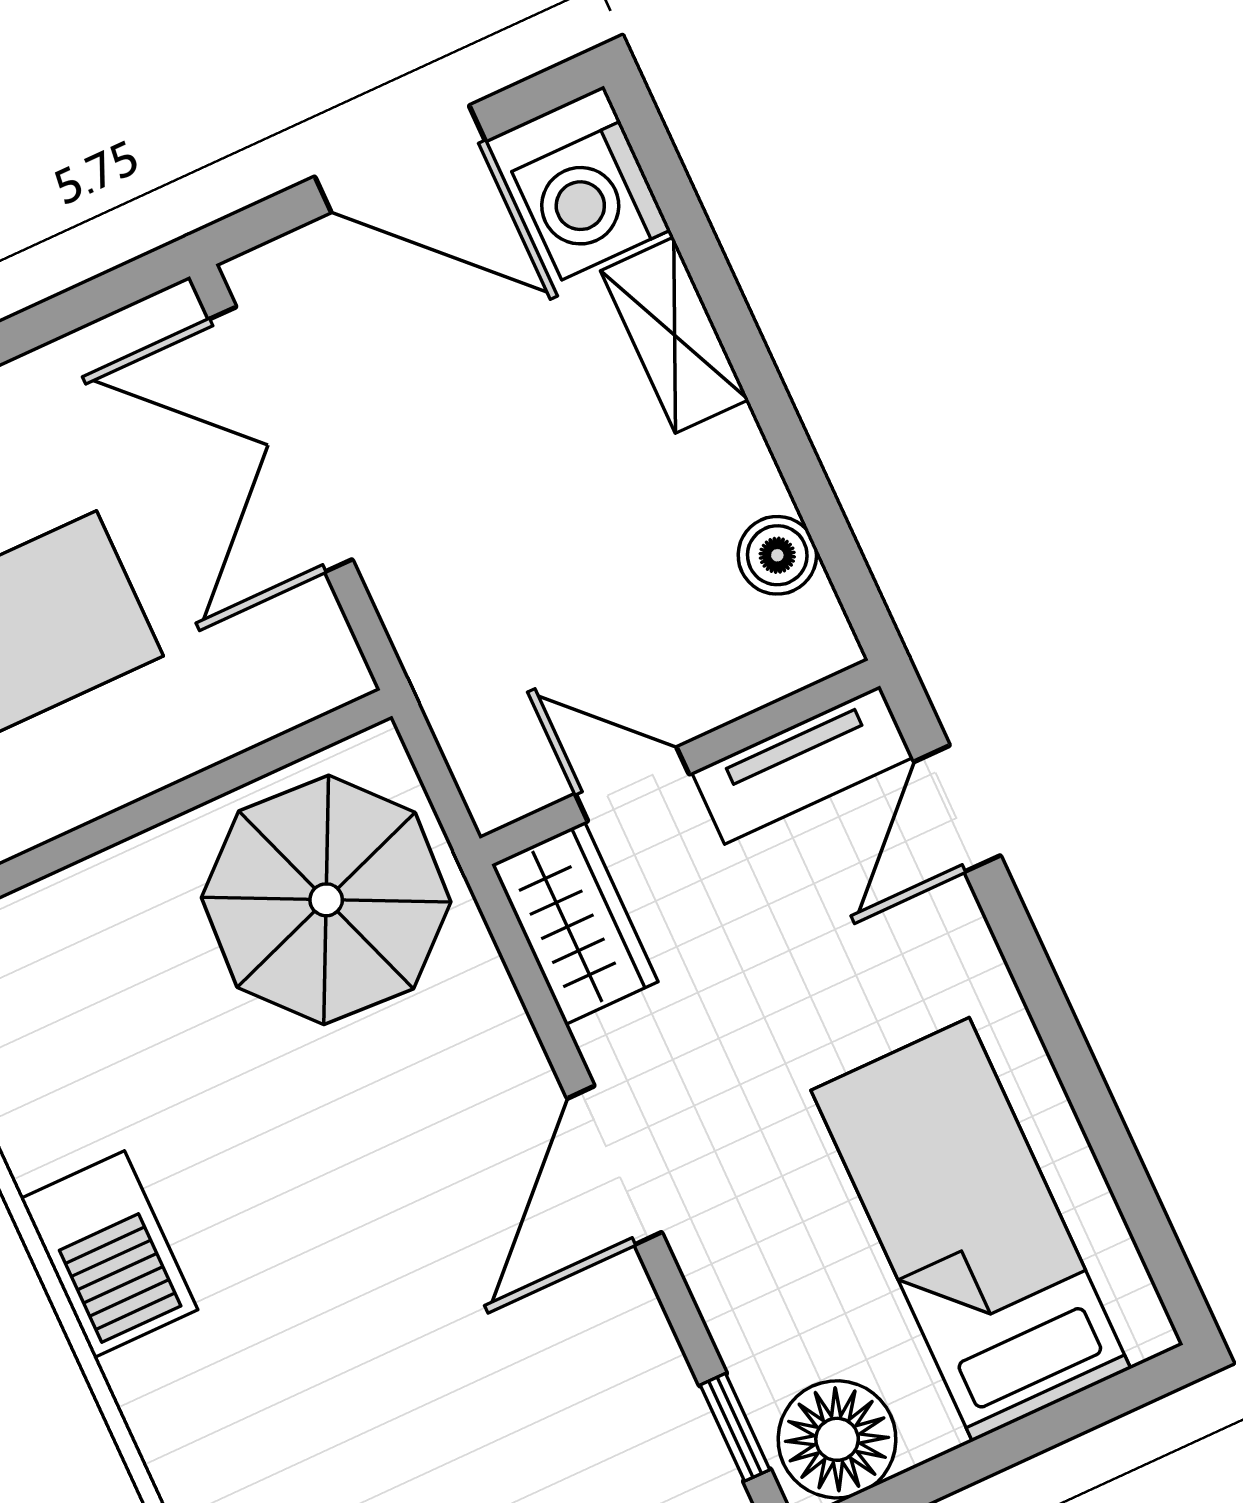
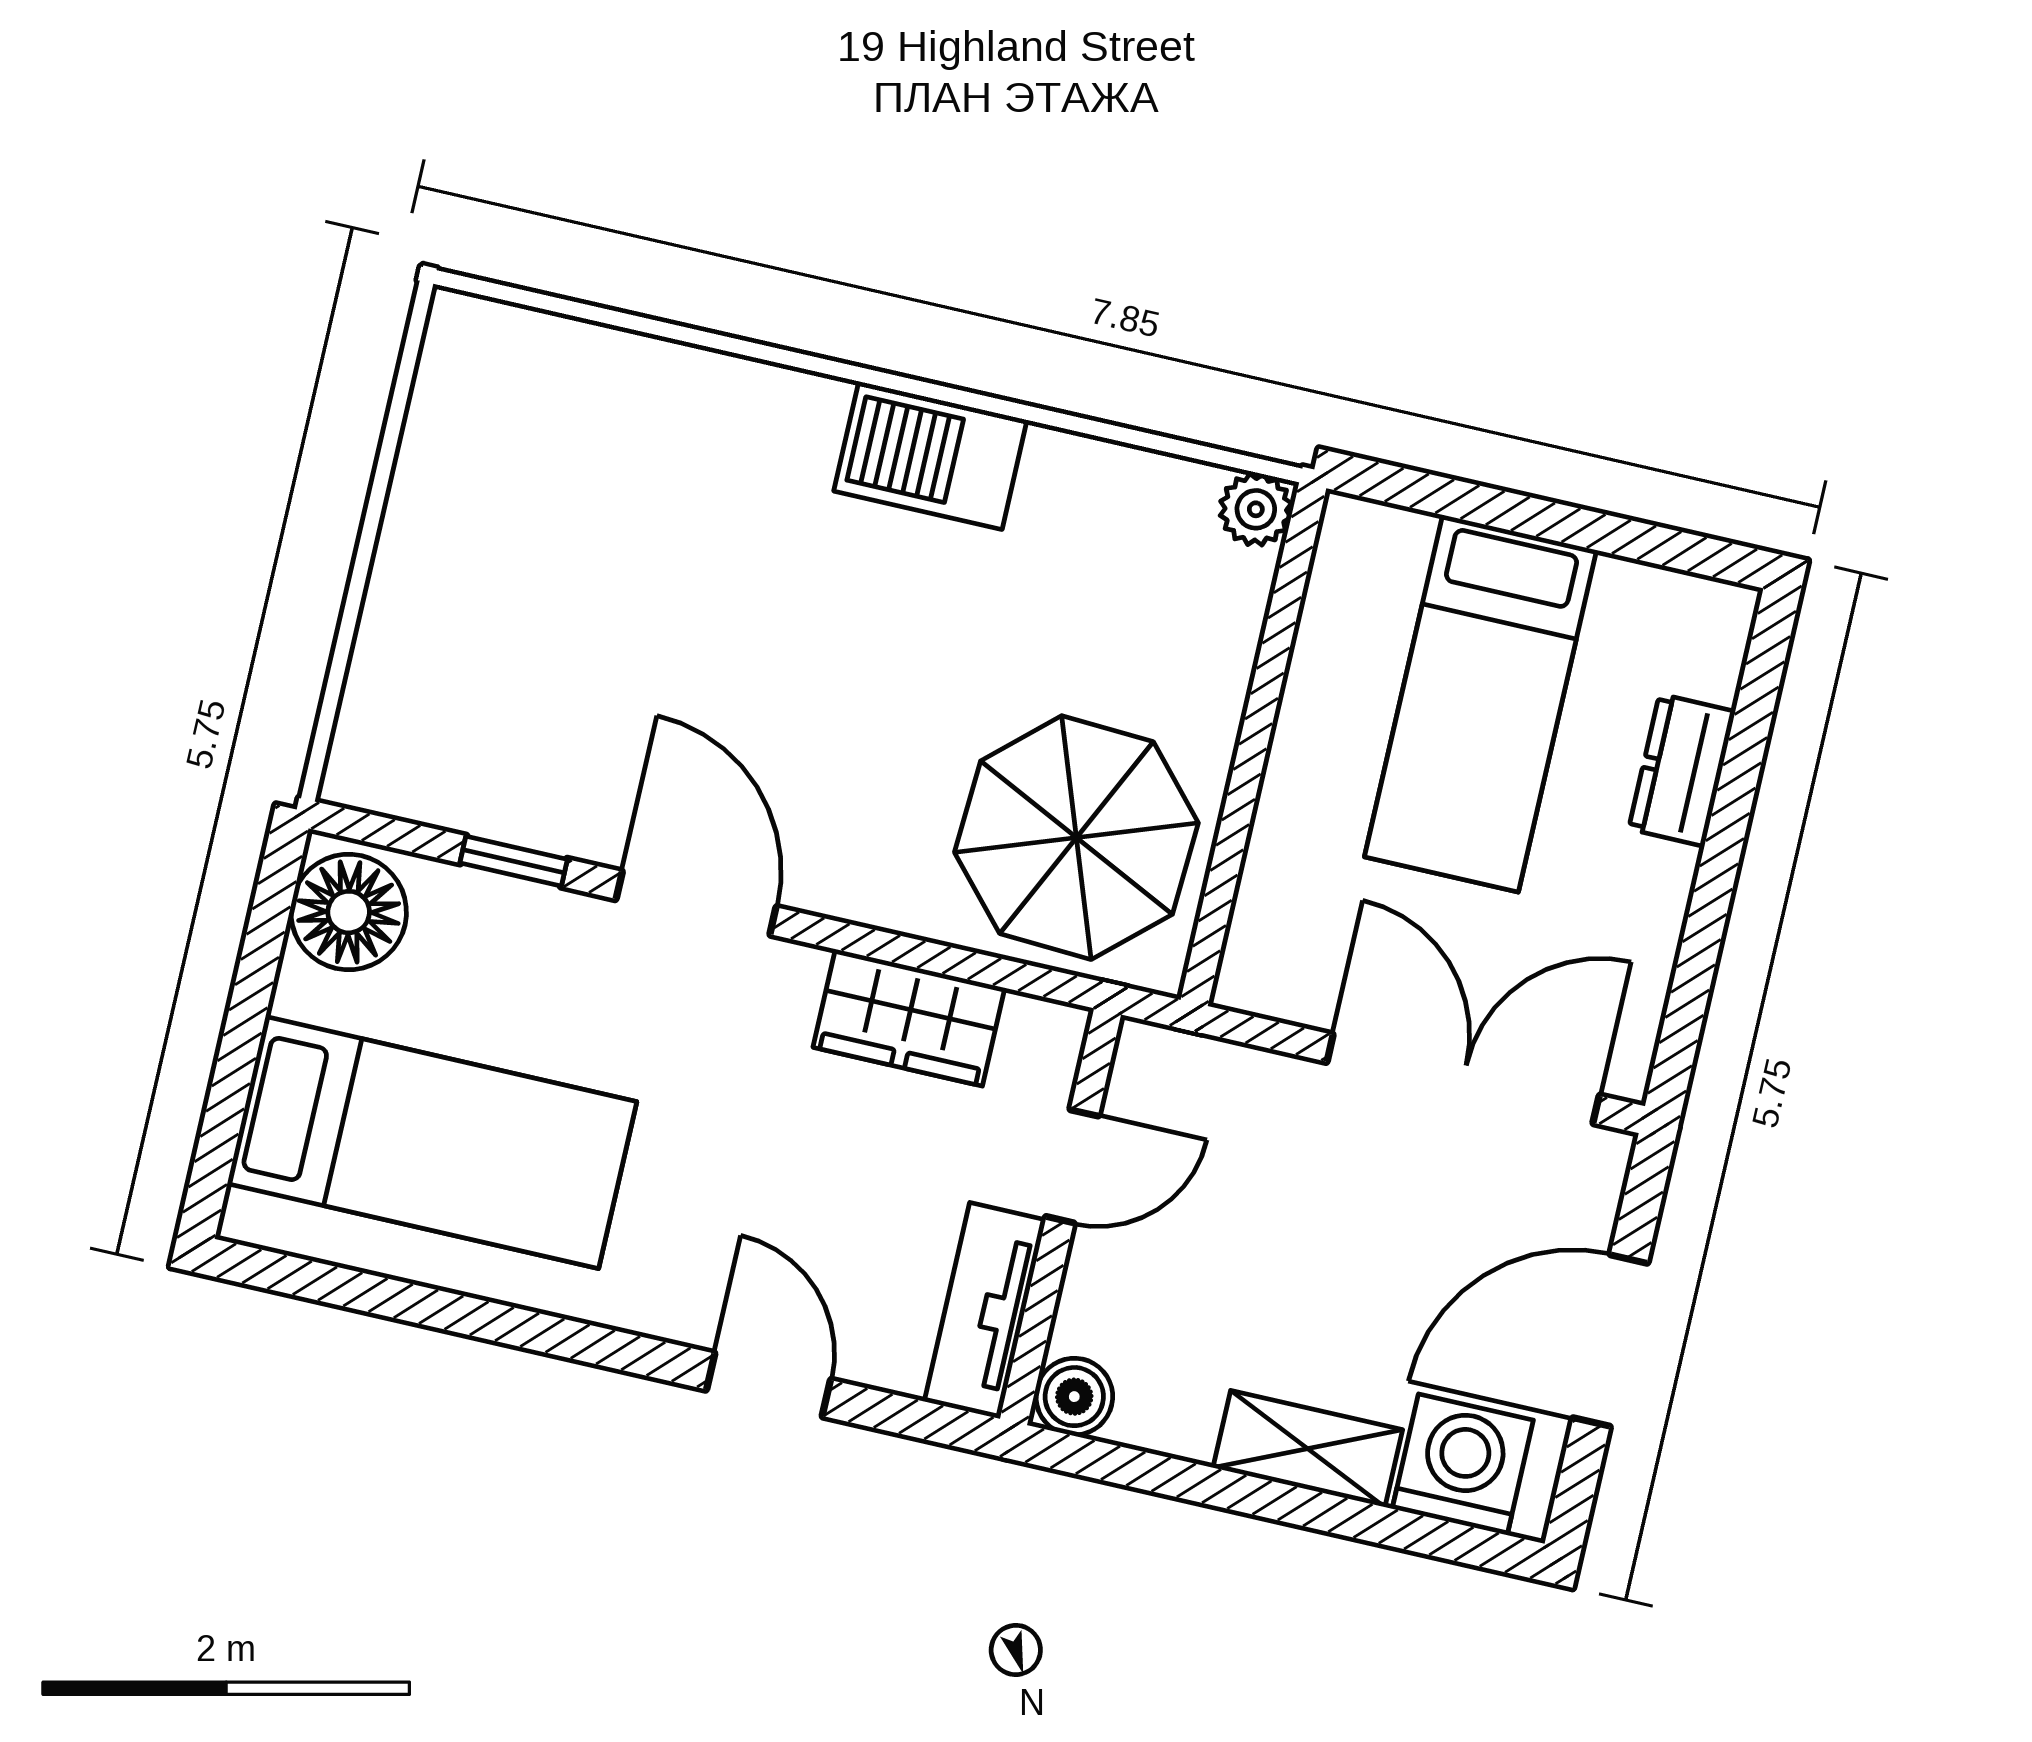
wall: (680, 762) -> (1061, 1217), moved
tv unit: (802, 765) -> (985, 1311), moved
door: (632, 784) -> (1072, 1166), moved
window: (735, 1427) -> (514, 861), moved

